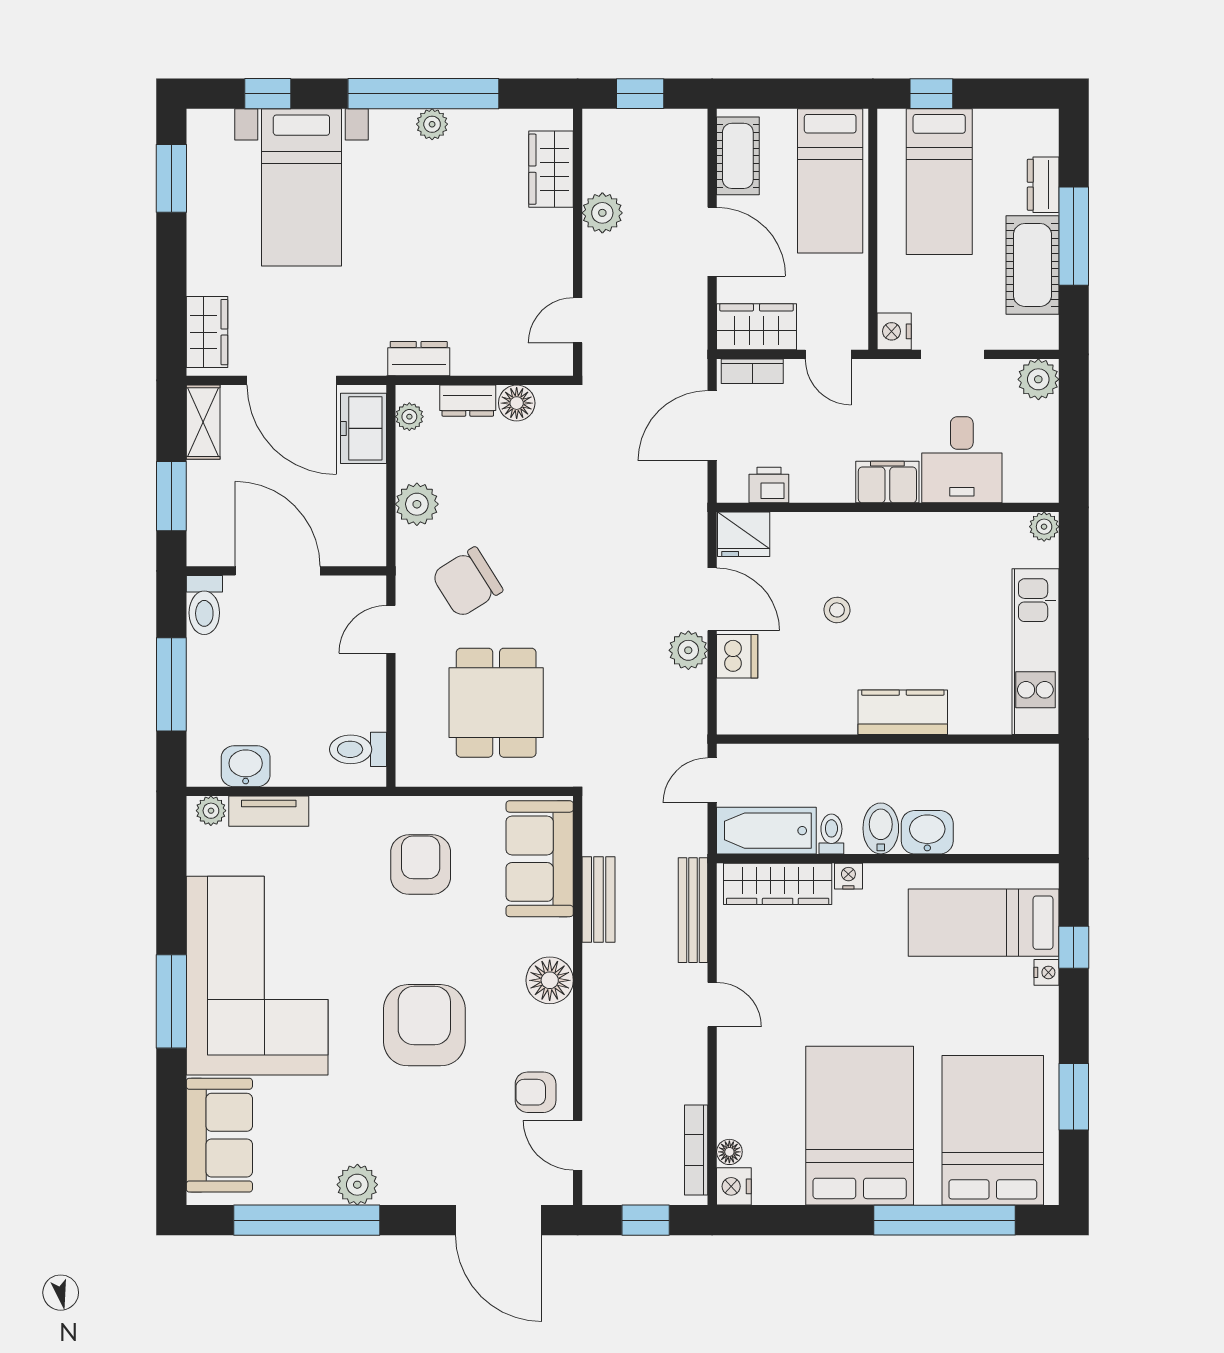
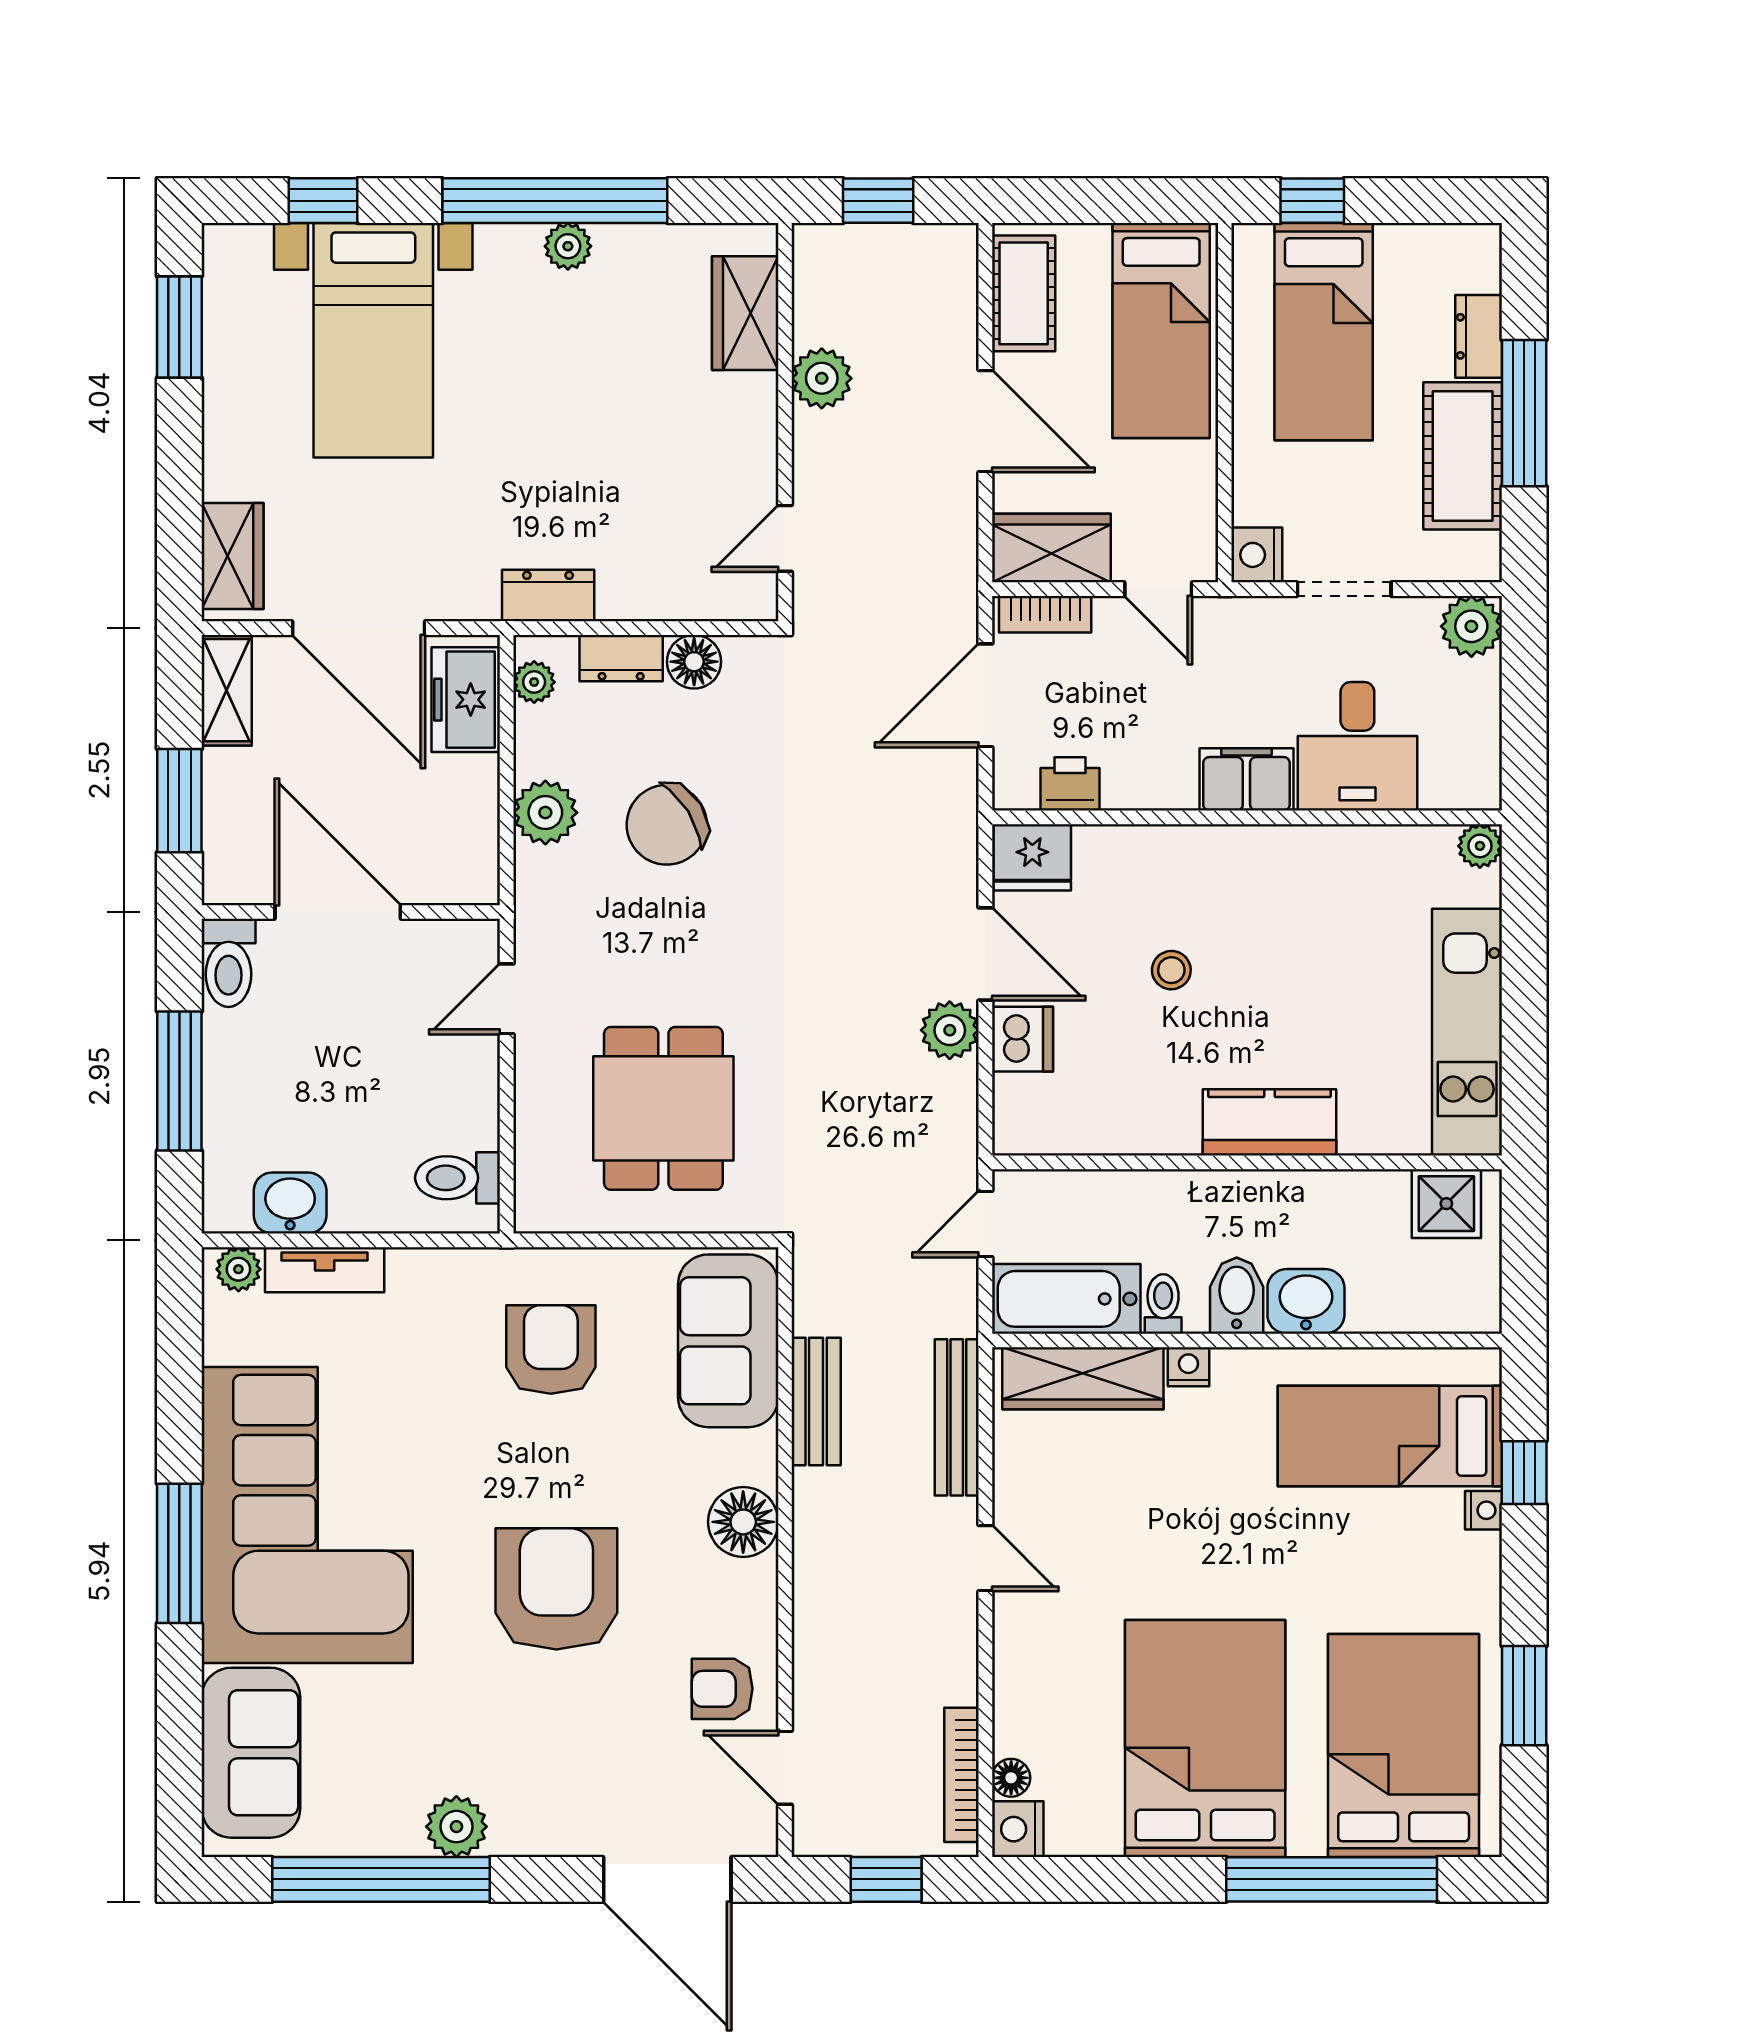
chair: (467, 582) -> (667, 825), moved
shower: (1022, 767) -> (1446, 1204), added

